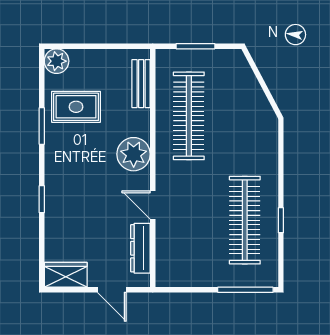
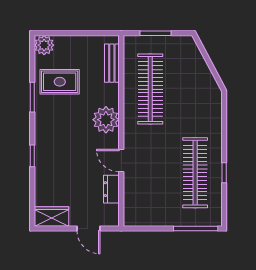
dresser: (140, 248) -> (111, 189), width x0.70

